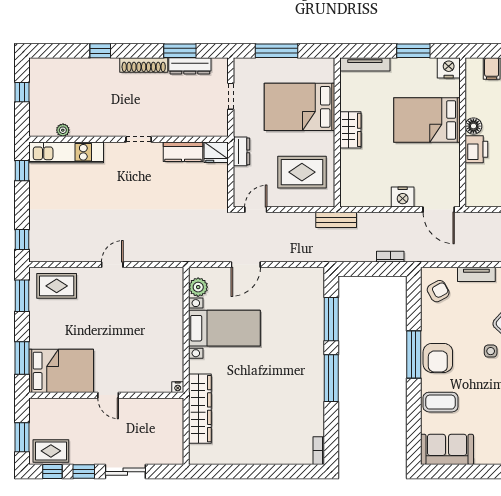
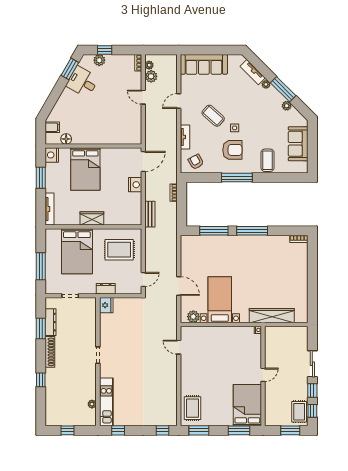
floor lamp: (473, 126) -> (66, 139), moved
printer: (476, 149) -> (104, 137), removed
kitchen counter: (183, 152) -> (106, 327), removed
rug: (302, 172) -> (119, 250), turned 90
door: (256, 210) -> (143, 280), swing flipped
bench: (336, 220) -> (150, 214), moved
door: (112, 265) -> (179, 347), moved
armchair: (438, 358) -> (232, 150), moved
sofa: (447, 449) -> (298, 144), moved

